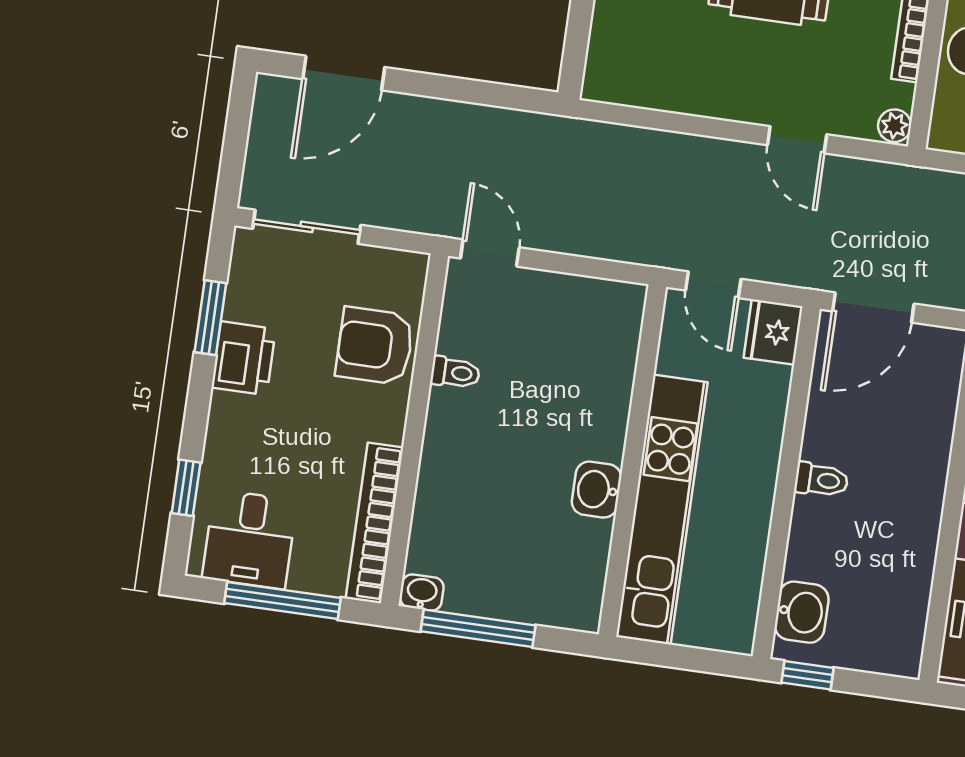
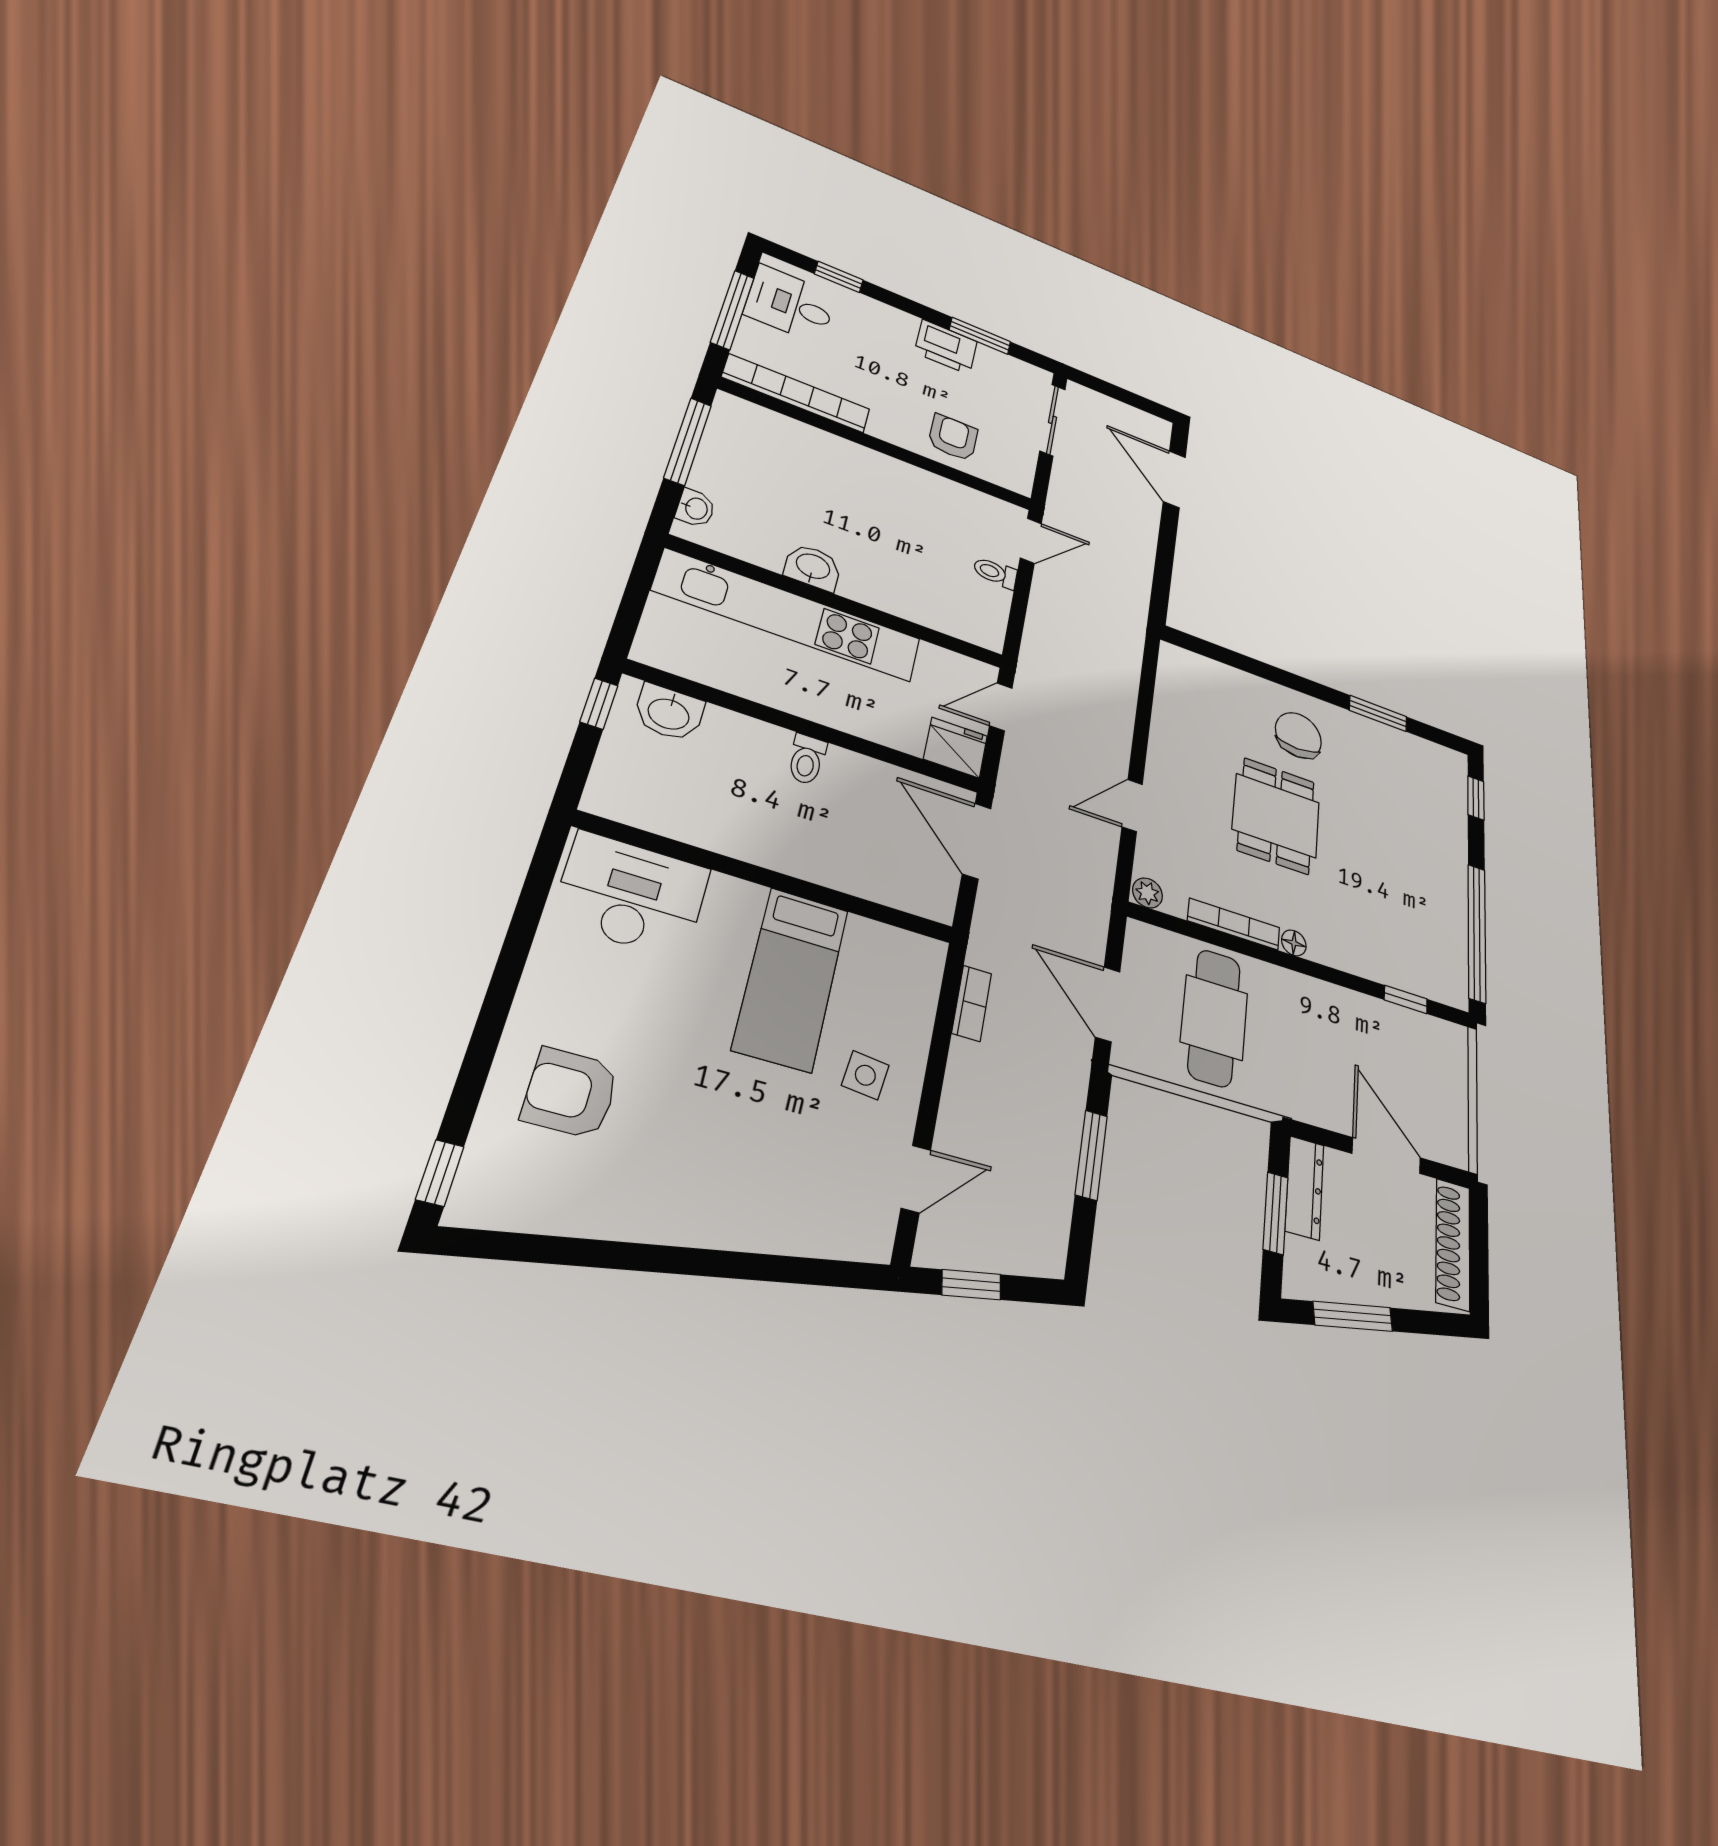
armchair: (375, 346) -> (953, 438), width x0.72, depth x0.72
toilet: (455, 373) -> (995, 573), moved, turned 90
washbasin: (422, 592) -> (696, 508), moved

